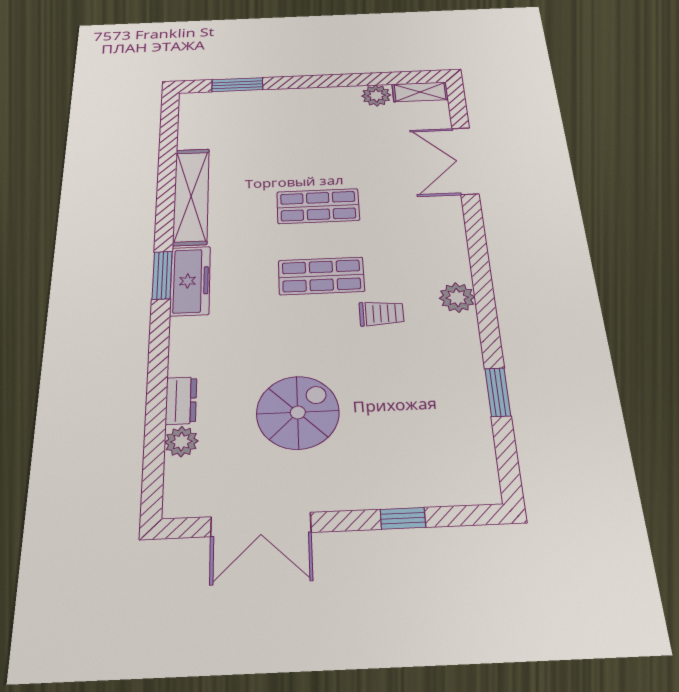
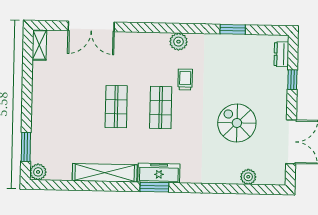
plant: (376, 96) -> (38, 172), moved
dresser: (181, 401) -> (281, 54), moved, turned -90

